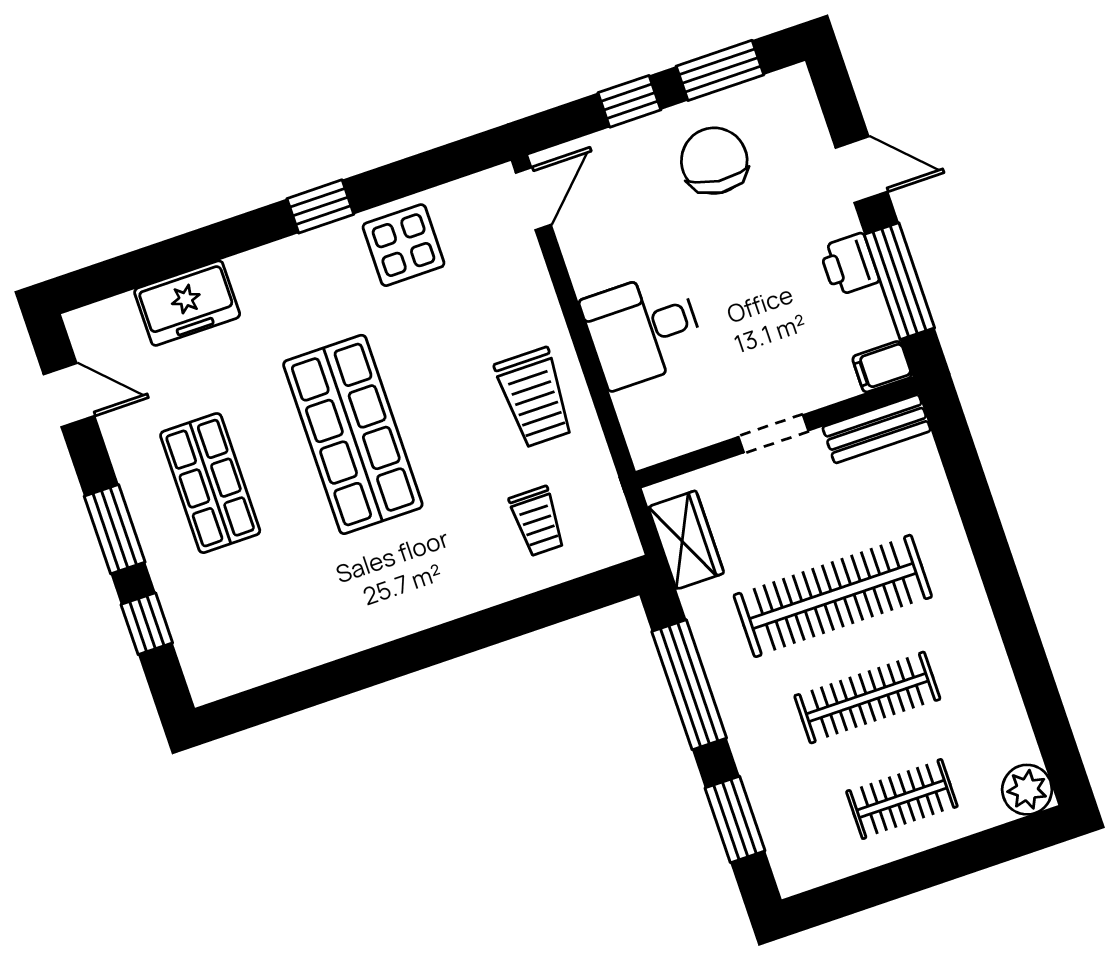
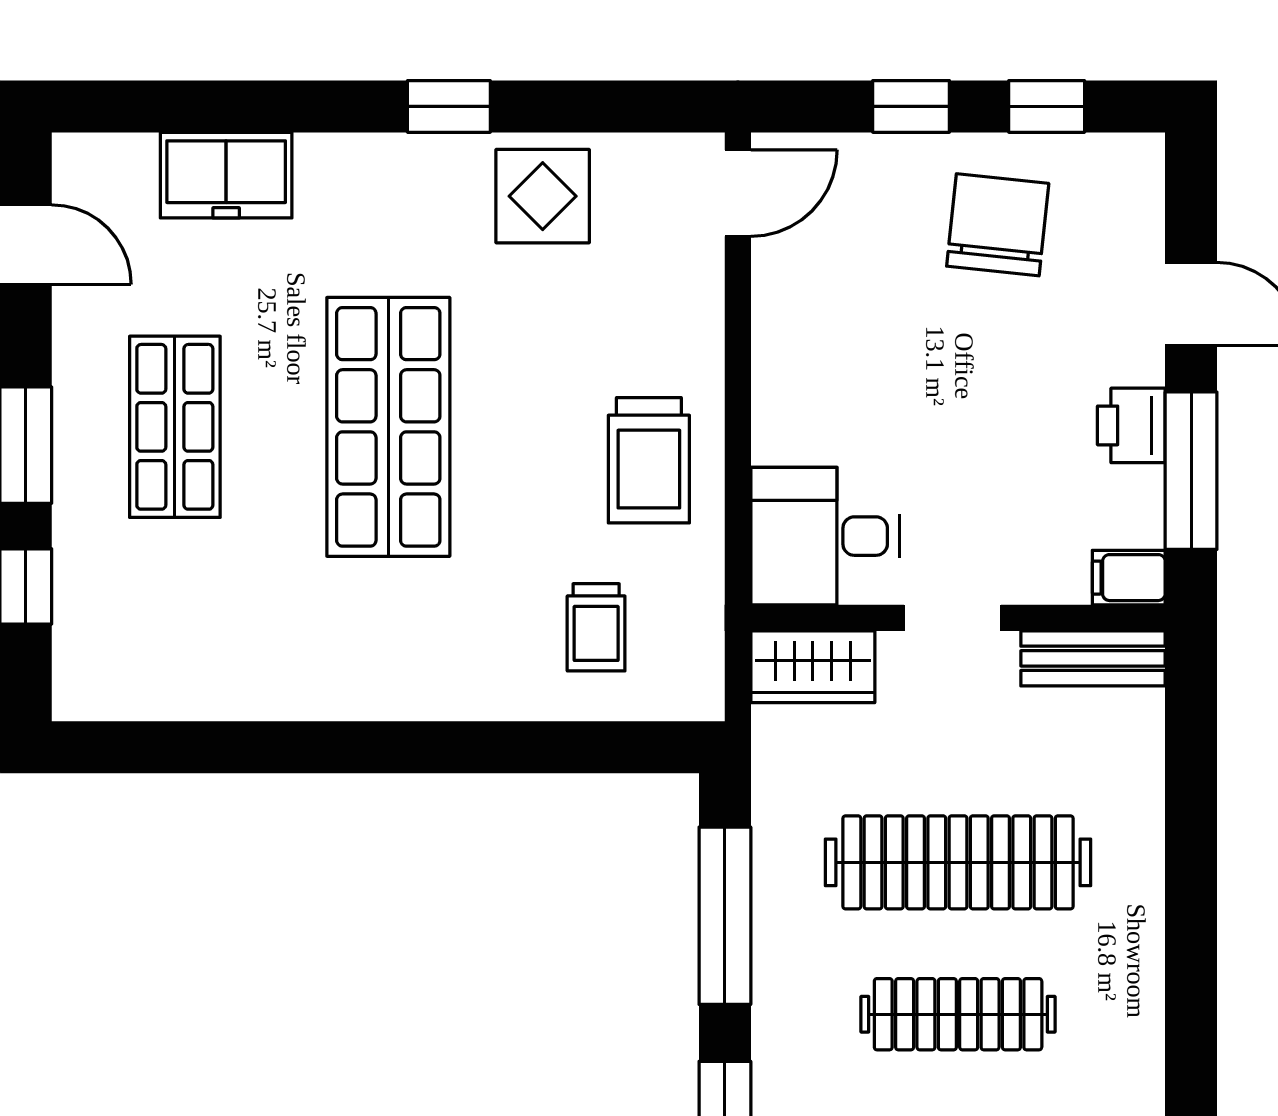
window: (720, 70) -> (1047, 106), width x0.67
desk: (643, 330) -> (825, 536), moved
wardrobe: (686, 540) -> (813, 667), moved, turned 90

